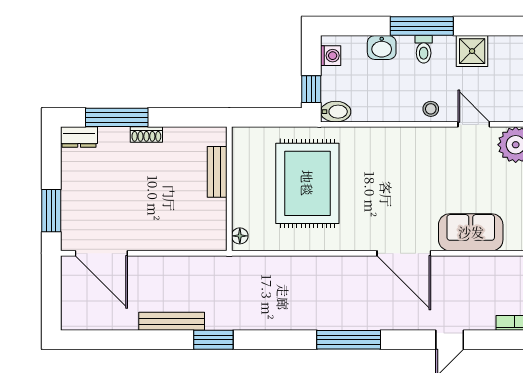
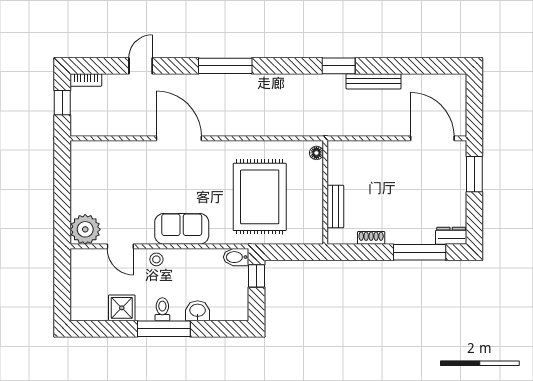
washing machine: (331, 56) -> (240, 304), removed
shoe rack: (146, 135) -> (371, 238), moved
sofa: (471, 232) -> (182, 229), moved, turned 180

